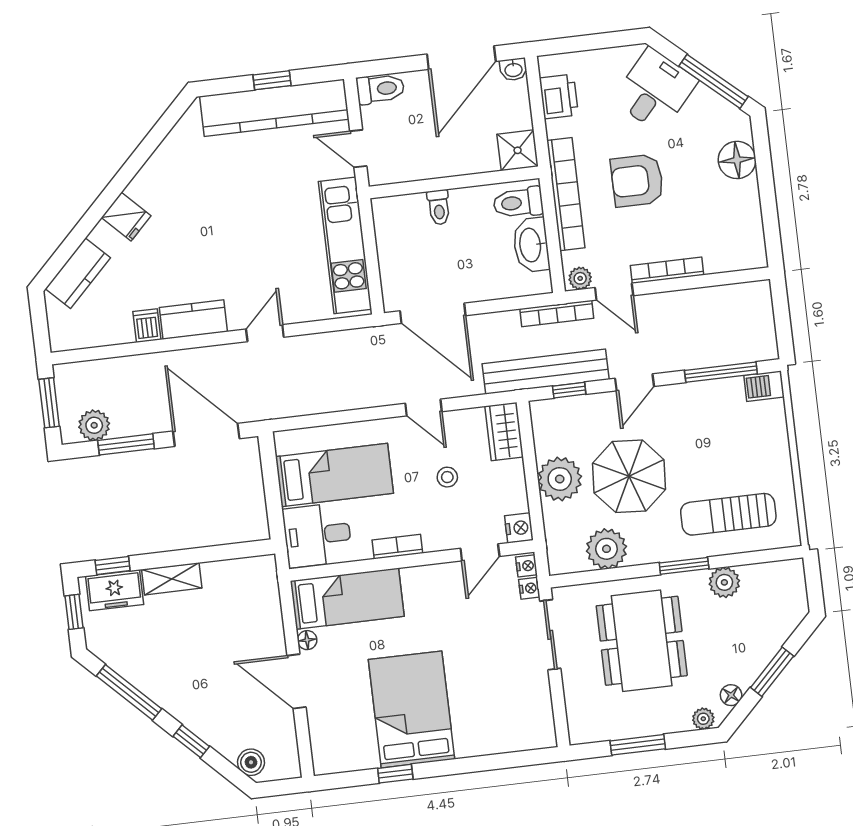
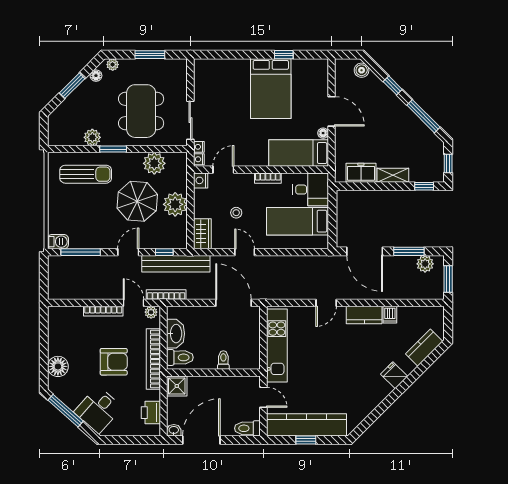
freezer: (115, 590) -> (361, 173), moved

